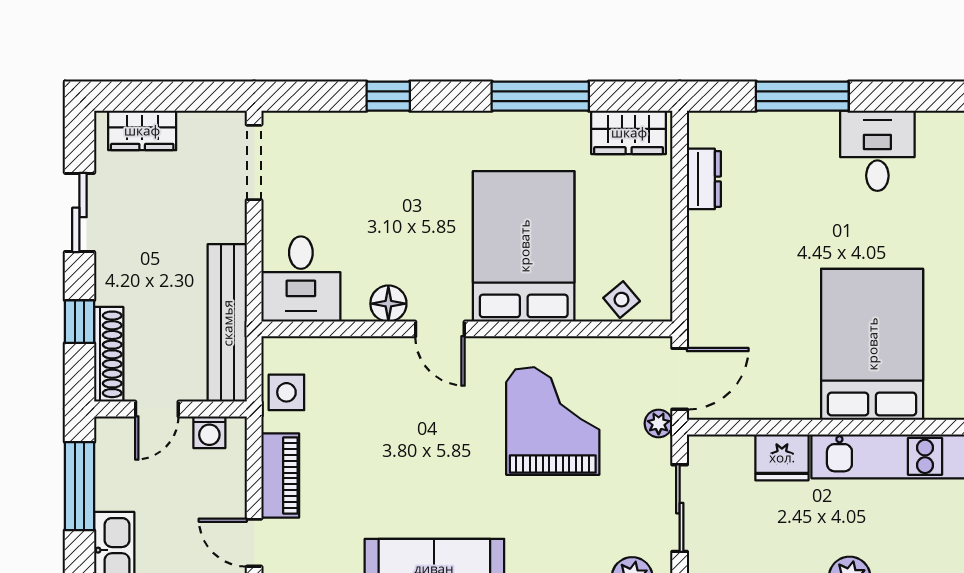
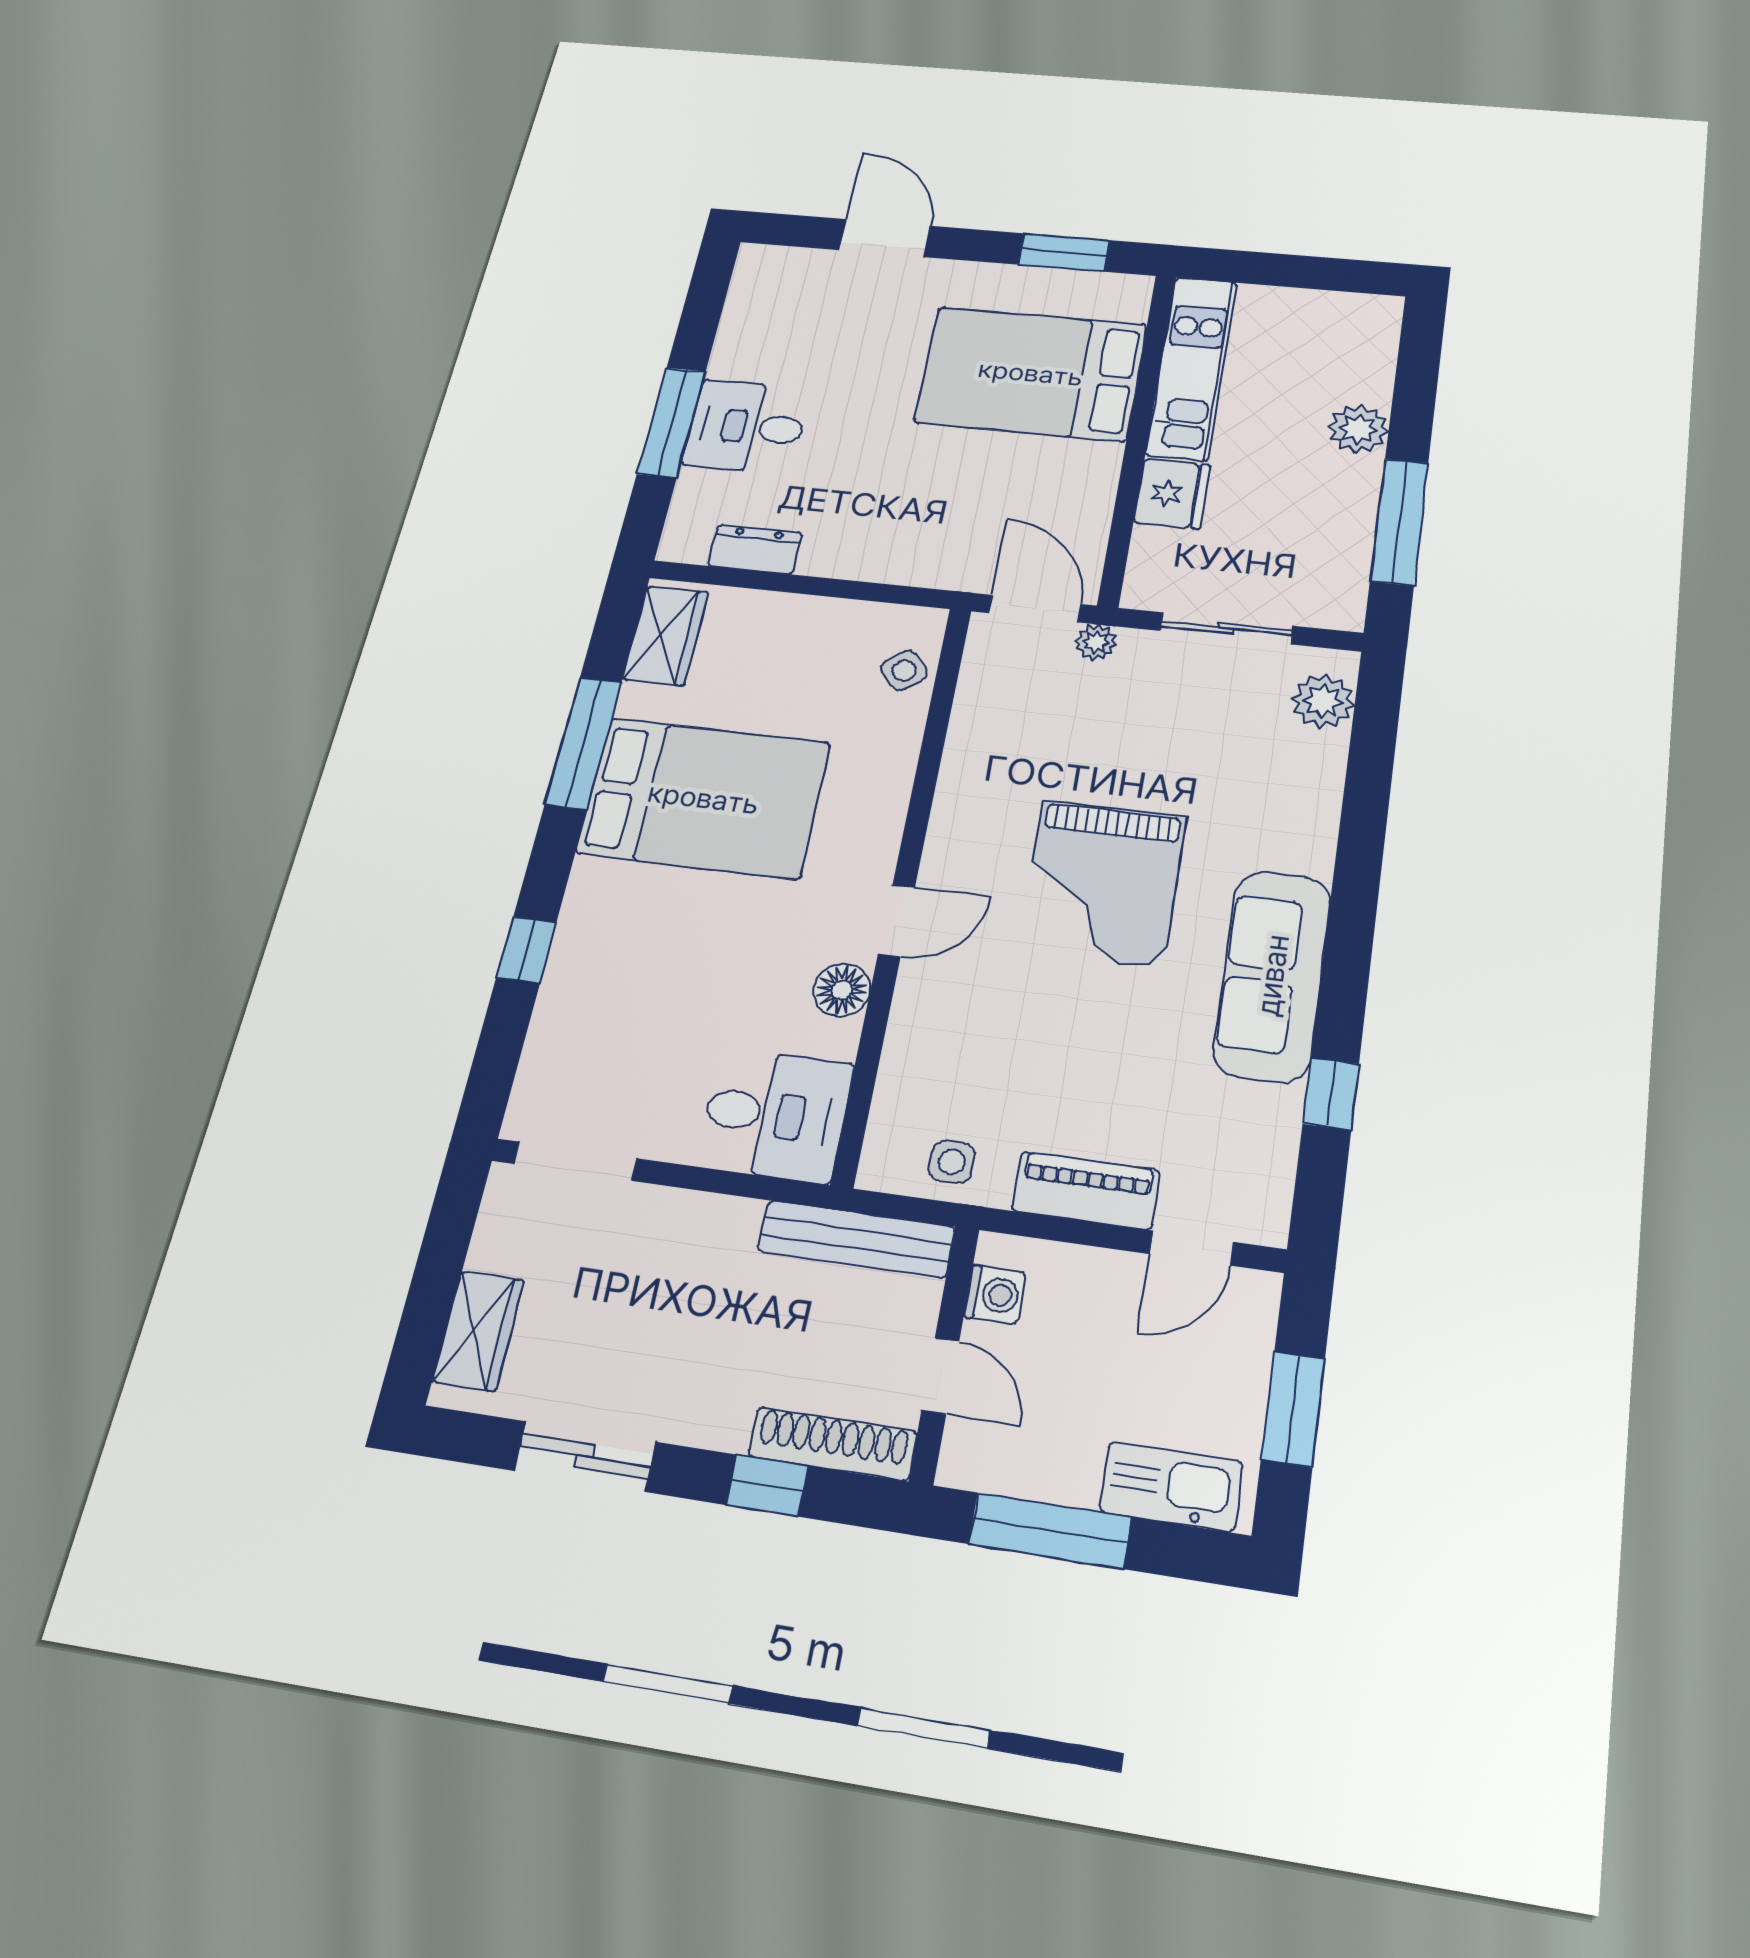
desk: (877, 151) -> (747, 427), moved
bed: (524, 246) -> (704, 798), moved, turned 180
bench: (227, 323) -> (856, 1239), width x0.73, depth x0.82
side table: (286, 392) -> (952, 1162), width x0.73, depth x0.73
grand piano: (553, 421) -> (1103, 883), moved, turned -90

